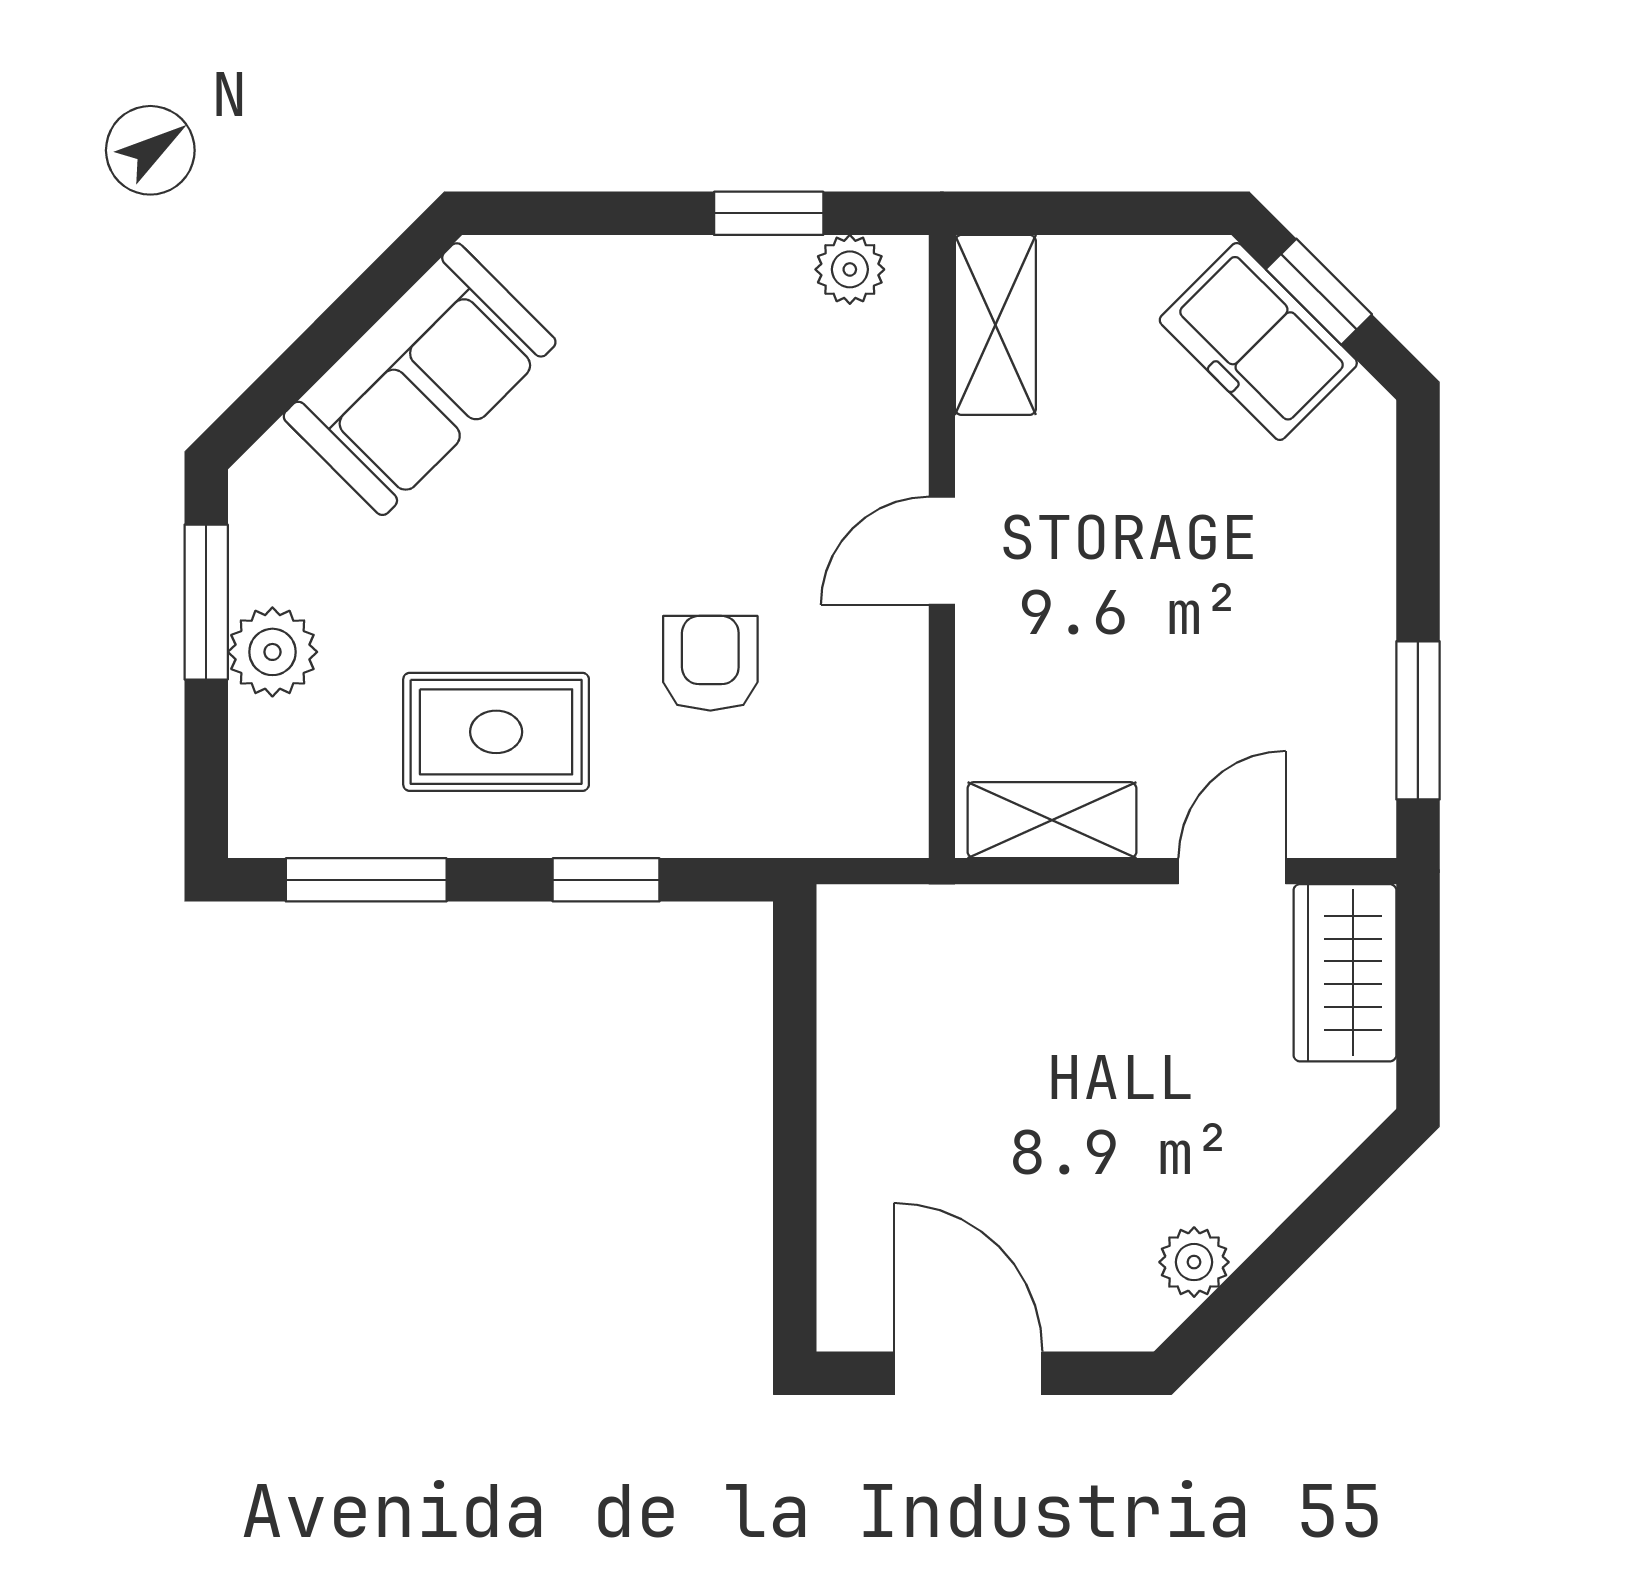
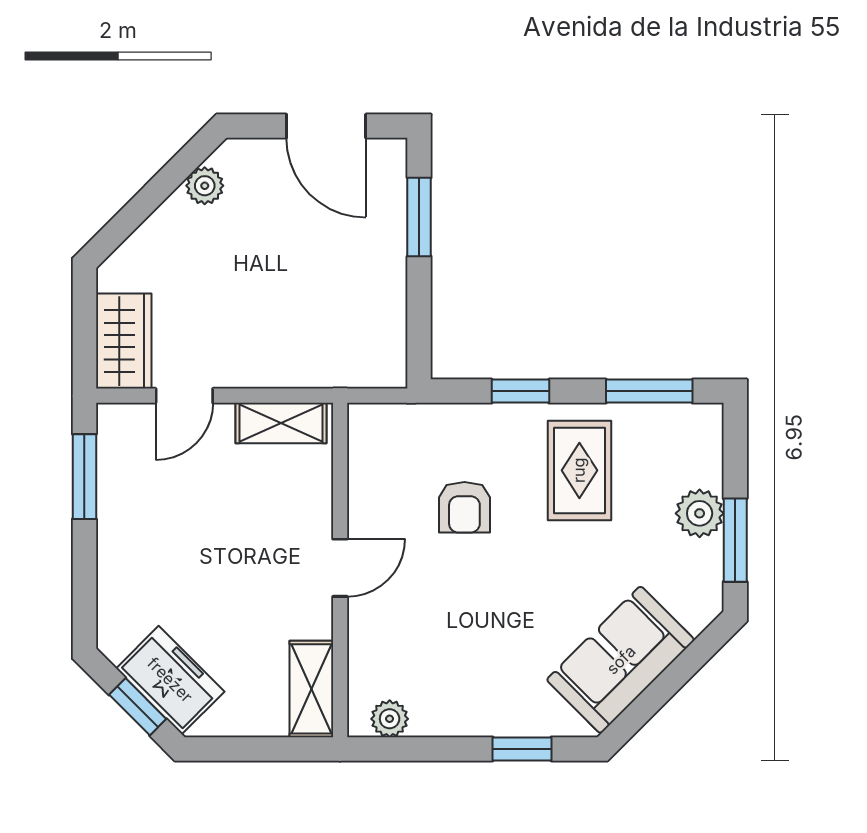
window: (769, 213) -> (522, 749), moved
rug: (496, 732) -> (579, 470), turned 90
window: (795, 1204) -> (419, 217), added

